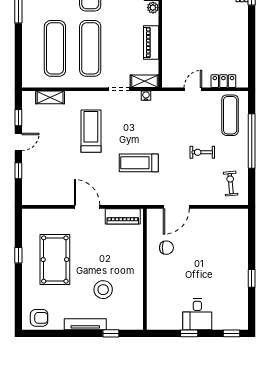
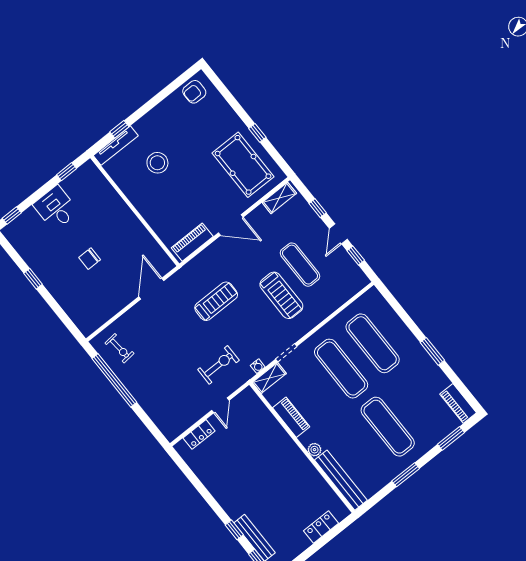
shelving: (50, 97) -> (279, 198), moved
exercise mat: (230, 115) -> (300, 265), moved
window: (252, 141) -> (114, 380), moved
exercise bike: (202, 152) -> (218, 365), moved, width x1.38, depth x1.39
chair: (166, 248) -> (90, 259), moved
pool table: (55, 260) -> (243, 165), moved
tv unit: (85, 324) -> (116, 146), moved
window: (189, 333) -> (67, 172), moved

